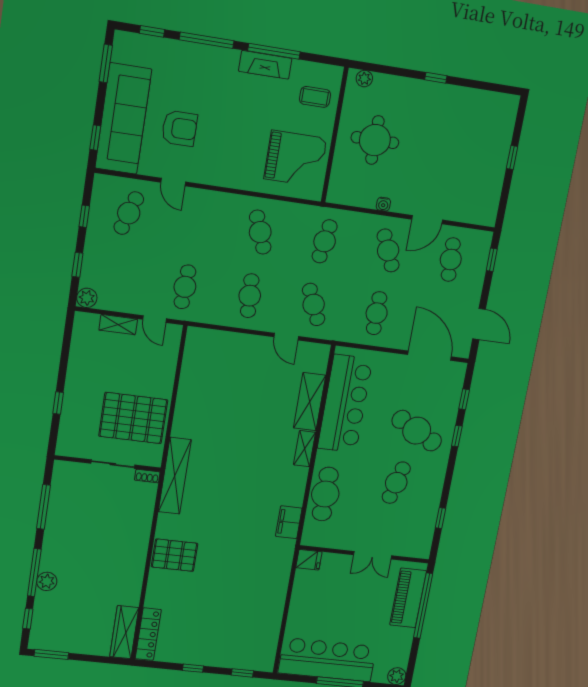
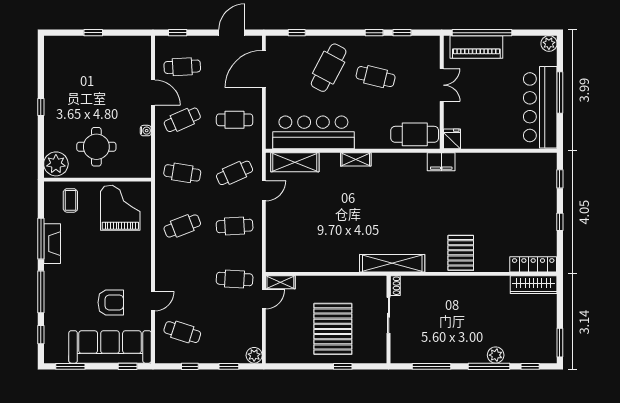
plant: (364, 79) -> (56, 164), width x1.88, depth x1.88
armchair: (179, 128) -> (111, 302), turned 90
shelving: (118, 325) -> (280, 282), moved, turned 90
shelving: (309, 402) -> (295, 162), moved
pallet: (133, 418) -> (333, 329), moved
window: (457, 436) -> (374, 33), moved
cafe table: (325, 494) -> (415, 134), moved
filing cabinet: (289, 522) -> (441, 162), moved

